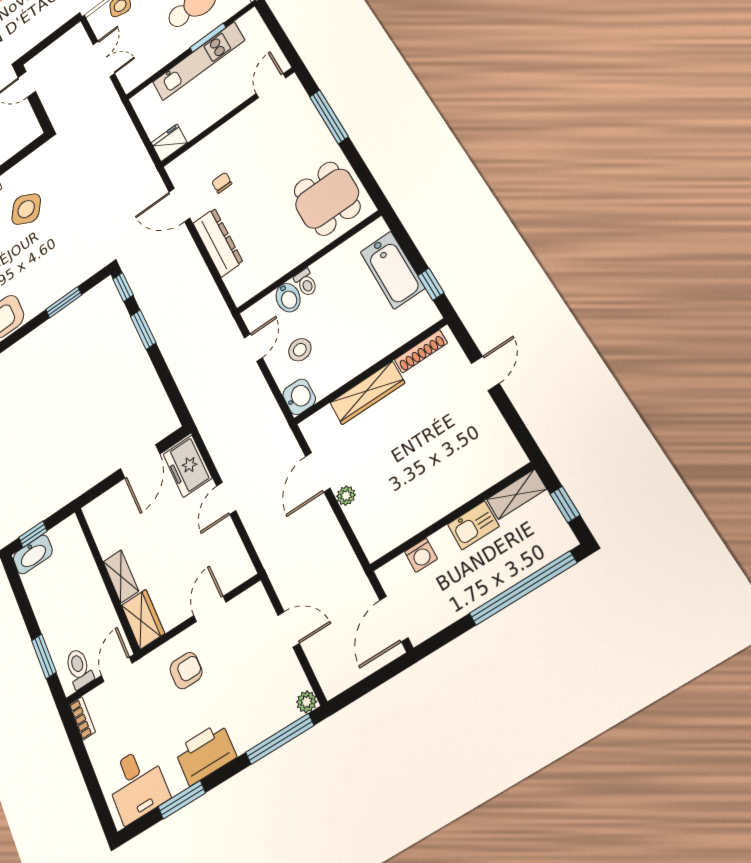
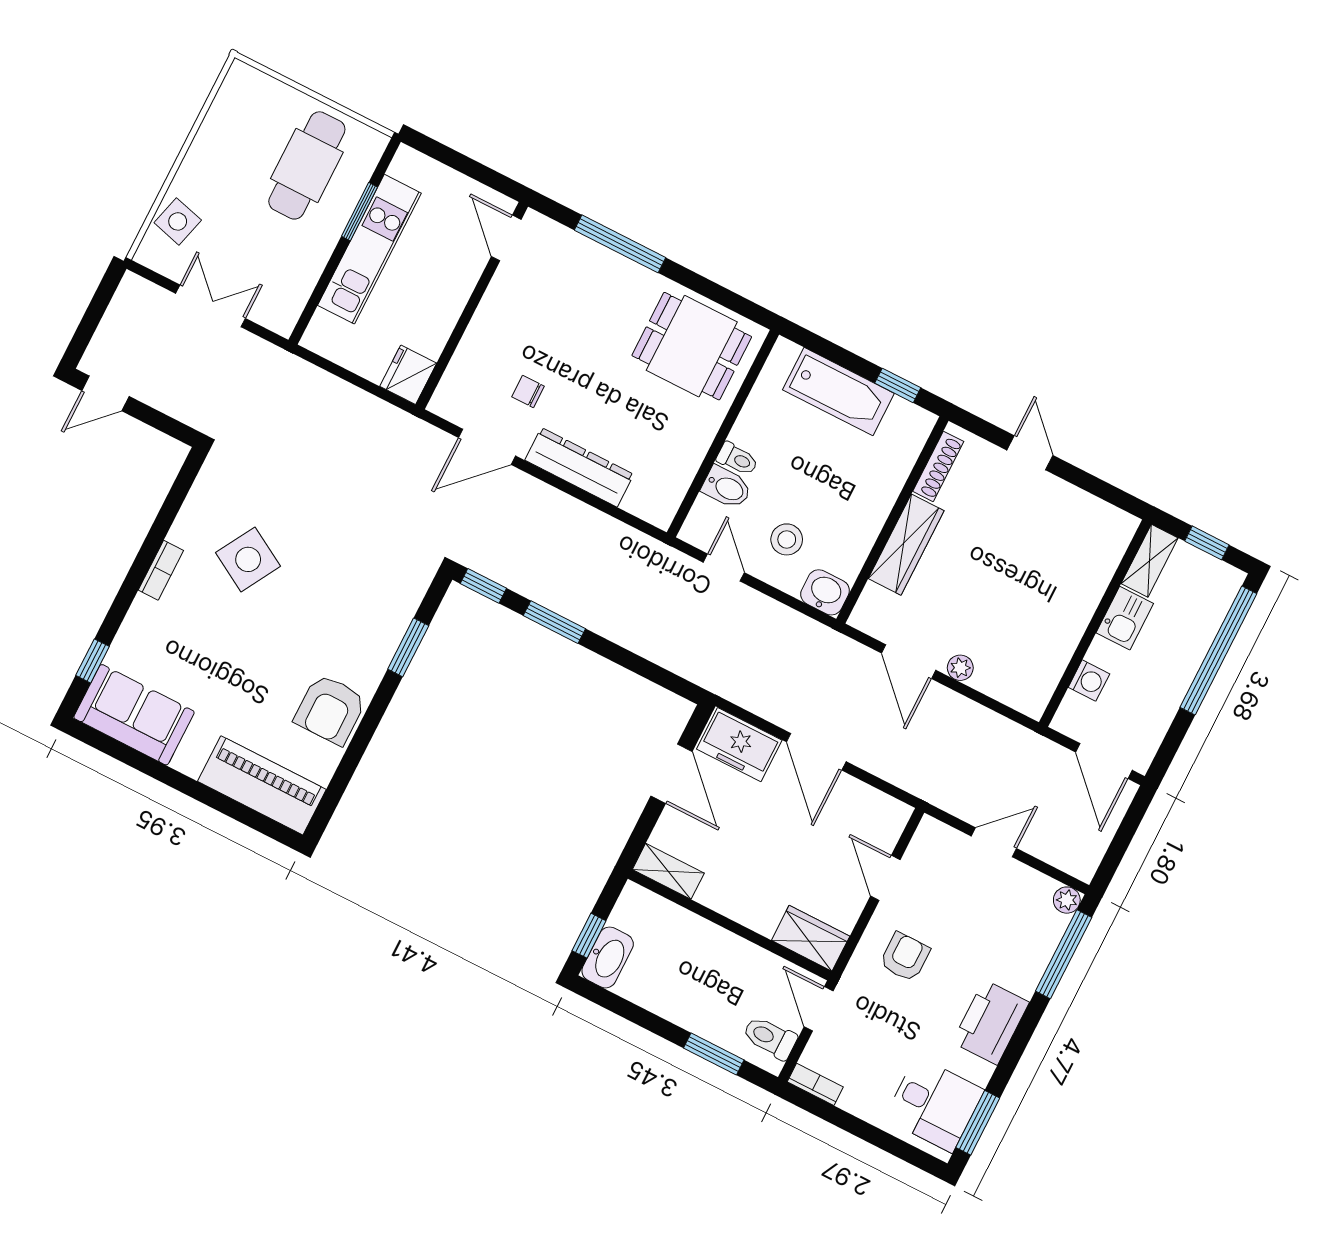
door: (226, 498) -> (816, 752), width x1.38
shelving: (121, 576) -> (668, 871), moved
window: (182, 800) -> (978, 1123), moved

